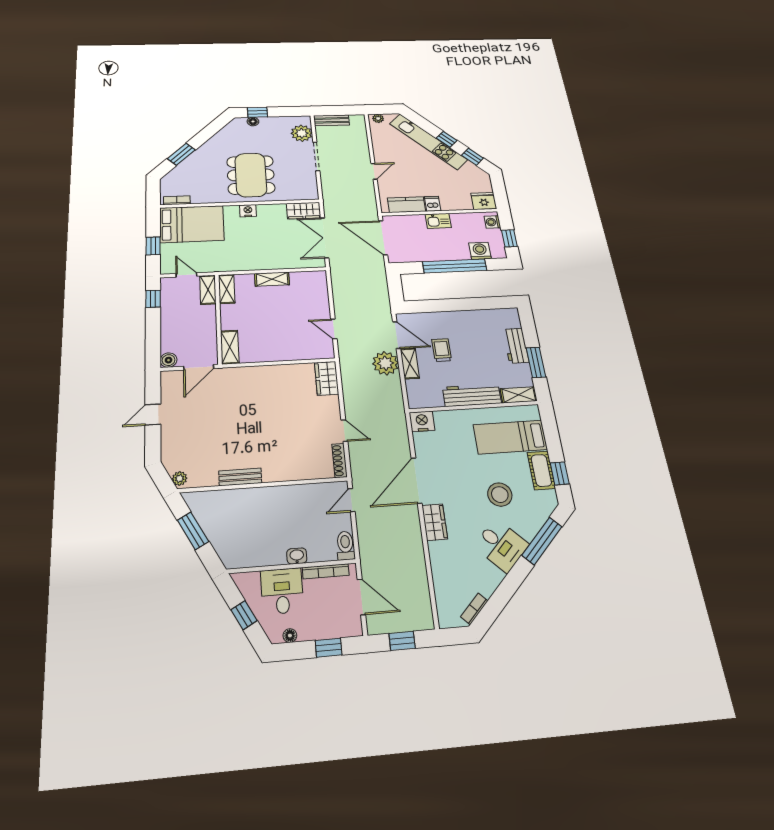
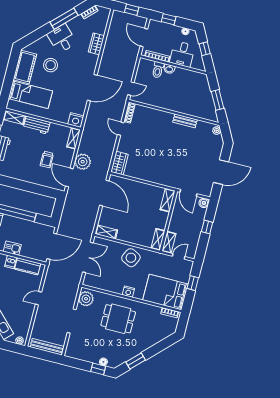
bench: (332, 120) -> (47, 347), width x1.36
plant: (302, 133) -> (86, 299), moved
window: (181, 154) -> (136, 361), moved
dining table: (251, 175) -> (118, 319), width x0.73
wardrobe: (304, 211) -> (94, 281), removed
door: (383, 238) -> (52, 246), hinge flipped
side table: (260, 254) -> (131, 258), added
door: (186, 275) -> (179, 256), swing flipped
shelving: (272, 279) -> (106, 232), moved
window: (153, 299) -> (207, 227), moved
door: (334, 329) -> (104, 193), width x1.87
shelving: (410, 363) -> (73, 138), moved
door: (199, 367) -> (188, 193), swing flipped
workbench: (472, 395) -> (37, 125), width x0.73
door: (153, 414) -> (221, 172), width x1.88
cot: (541, 470) -> (25, 67), width x1.37, depth x1.34
window: (560, 473) -> (12, 65), removed
wardrobe: (435, 522) -> (96, 44), moved
window: (542, 541) -> (64, 19), moved
toilet: (345, 546) -> (158, 70), moved

